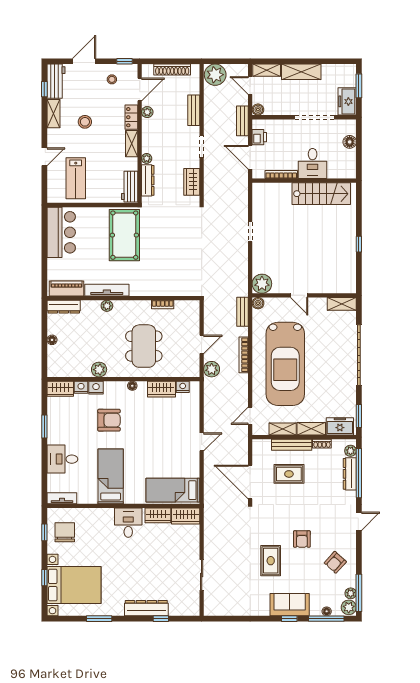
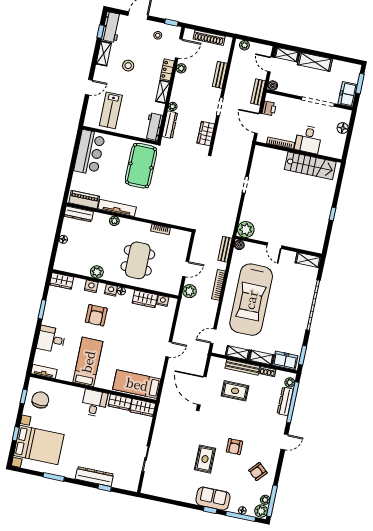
plant: (215, 75) -> (244, 45), width x0.53, depth x0.53
nightstand: (81, 387) -> (111, 290), moved
armchair: (109, 420) -> (96, 315), turned 90

